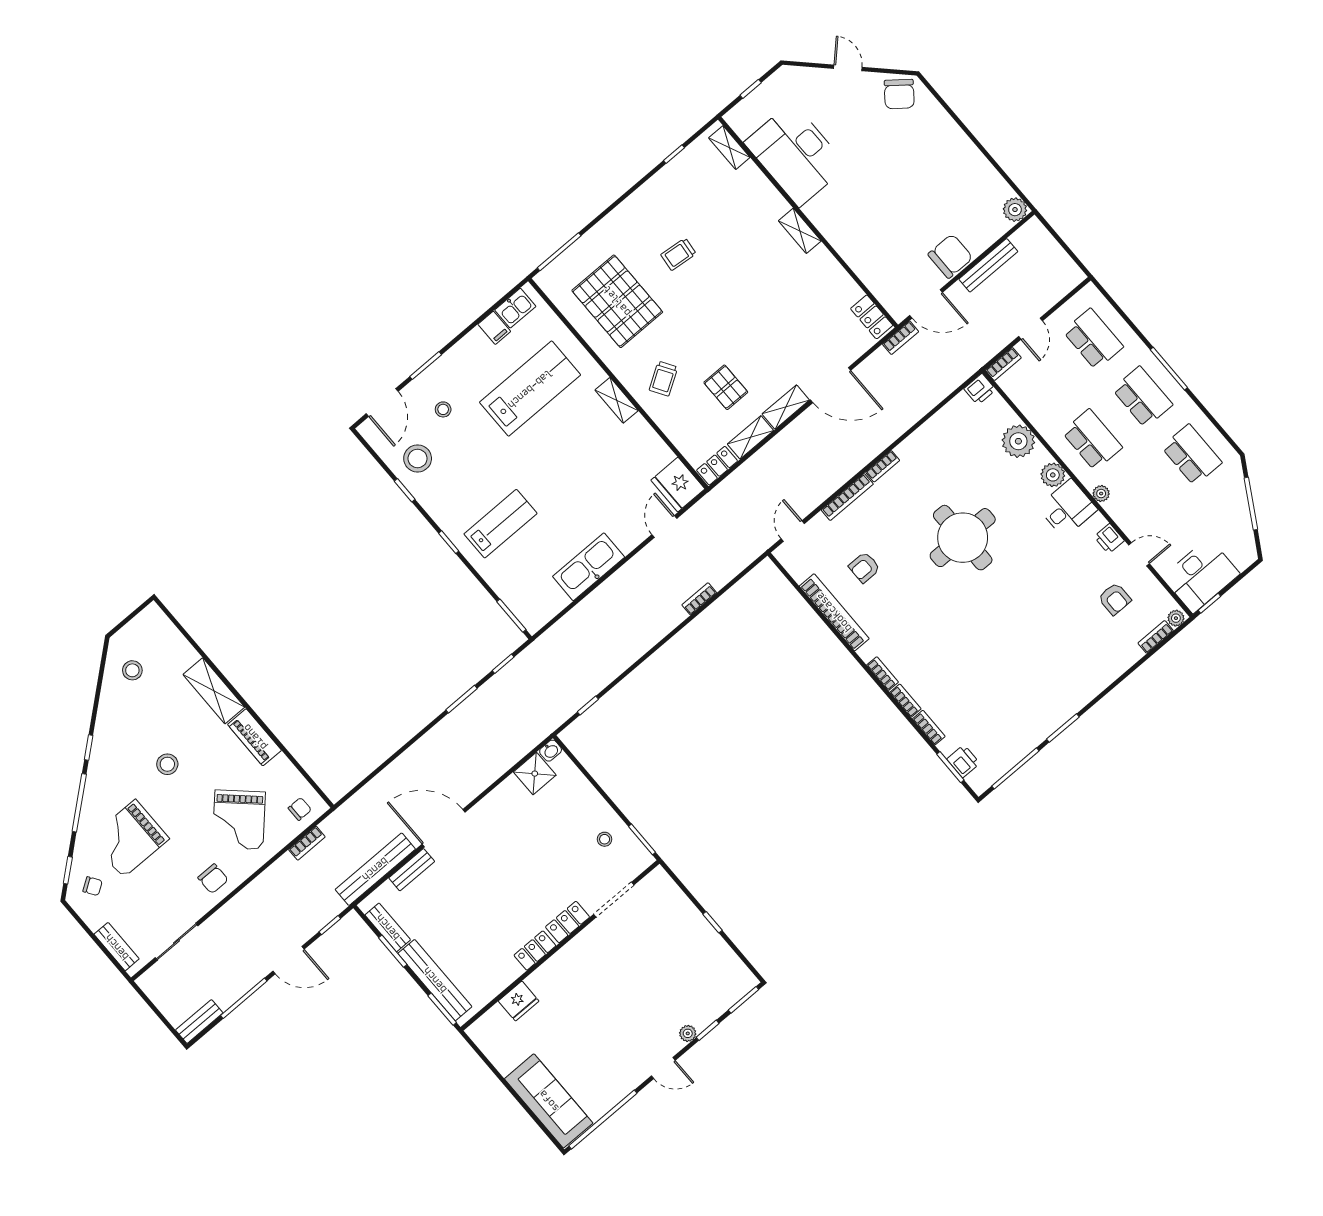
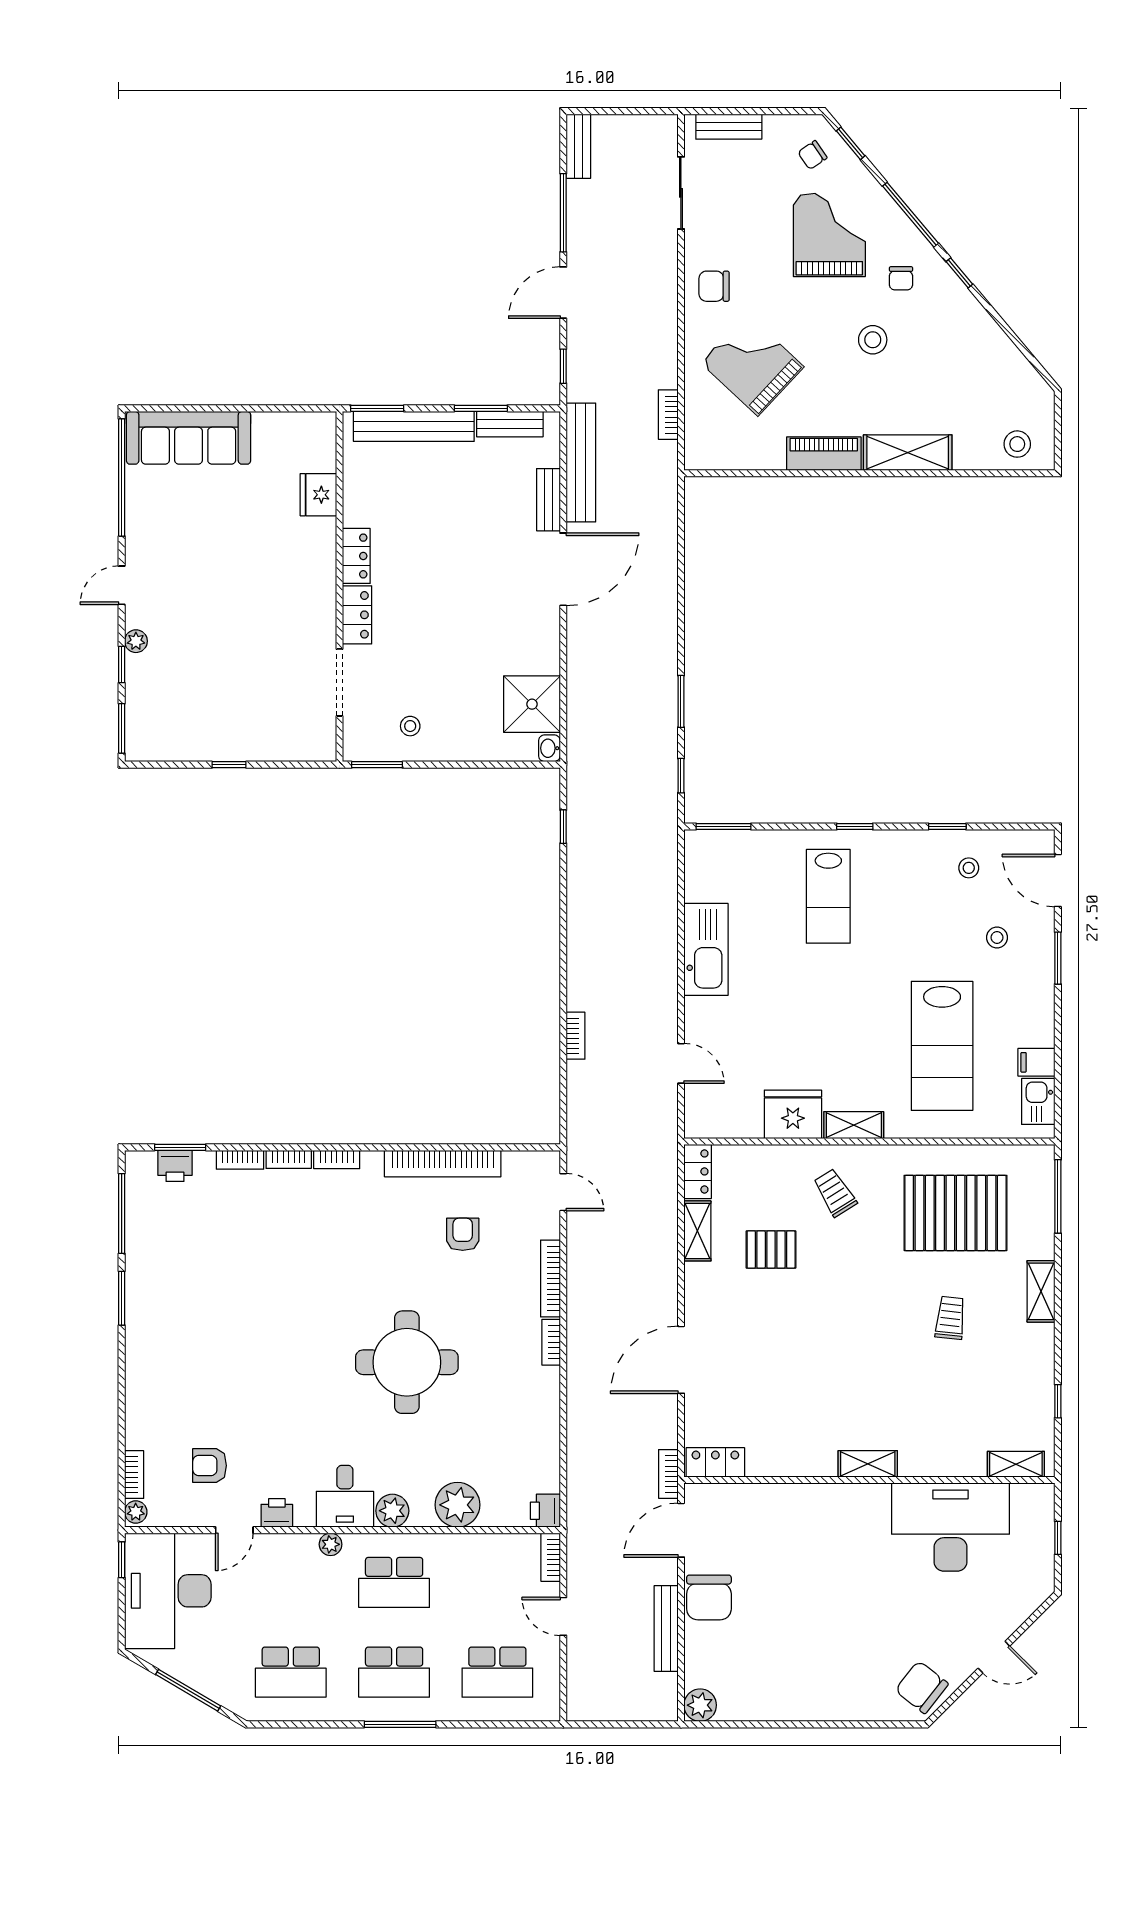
shelving: (786, 407) -> (1041, 1291), moved
stool: (418, 458) -> (969, 868), width x0.53, depth x0.53
fridge: (678, 485) -> (793, 1114), moved
desk: (1201, 576) -> (168, 1591), width x1.36, depth x1.30
stool: (132, 670) -> (1017, 444), moved
shower: (535, 774) -> (532, 704), width x1.36, depth x1.36
chair: (300, 809) -> (901, 278), moved

